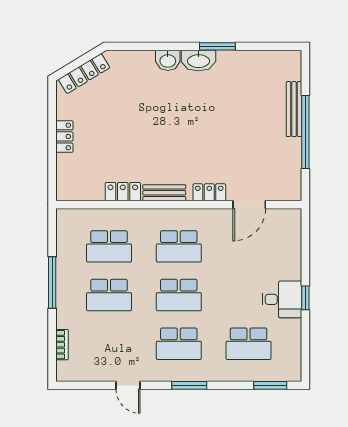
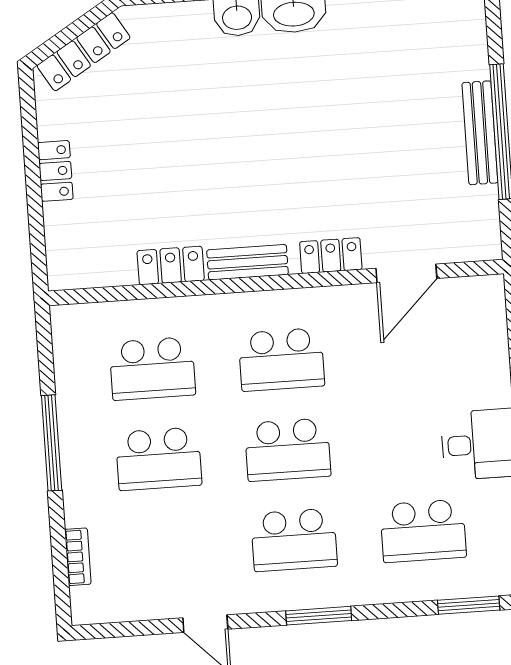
bench: (294, 109) -> (480, 133), moved

